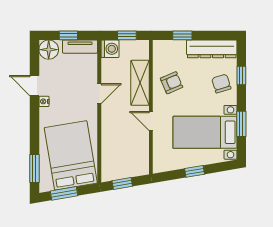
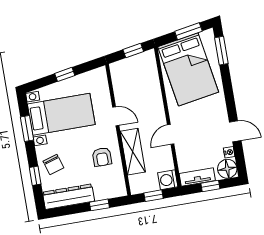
armchair: (172, 83) -> (102, 157), turned -67
nightstand: (44, 101) -> (229, 152), moved

